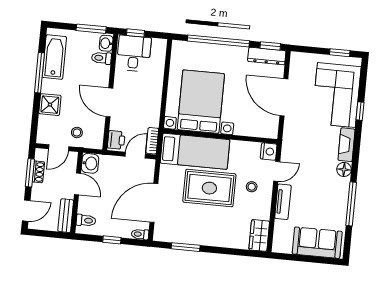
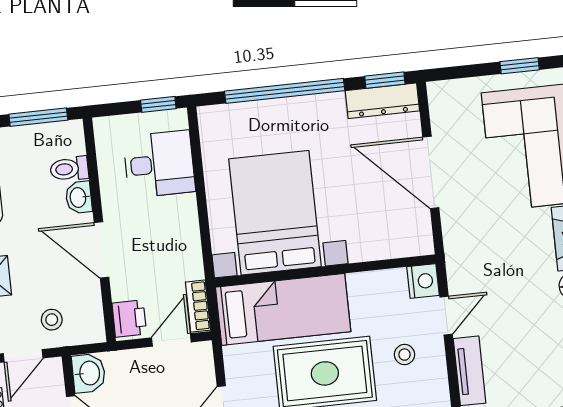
window: (135, 33) -> (158, 104), moved
washbasin: (106, 43) -> (79, 197), moved
desk: (134, 53) -> (159, 164), moved, turned 90

